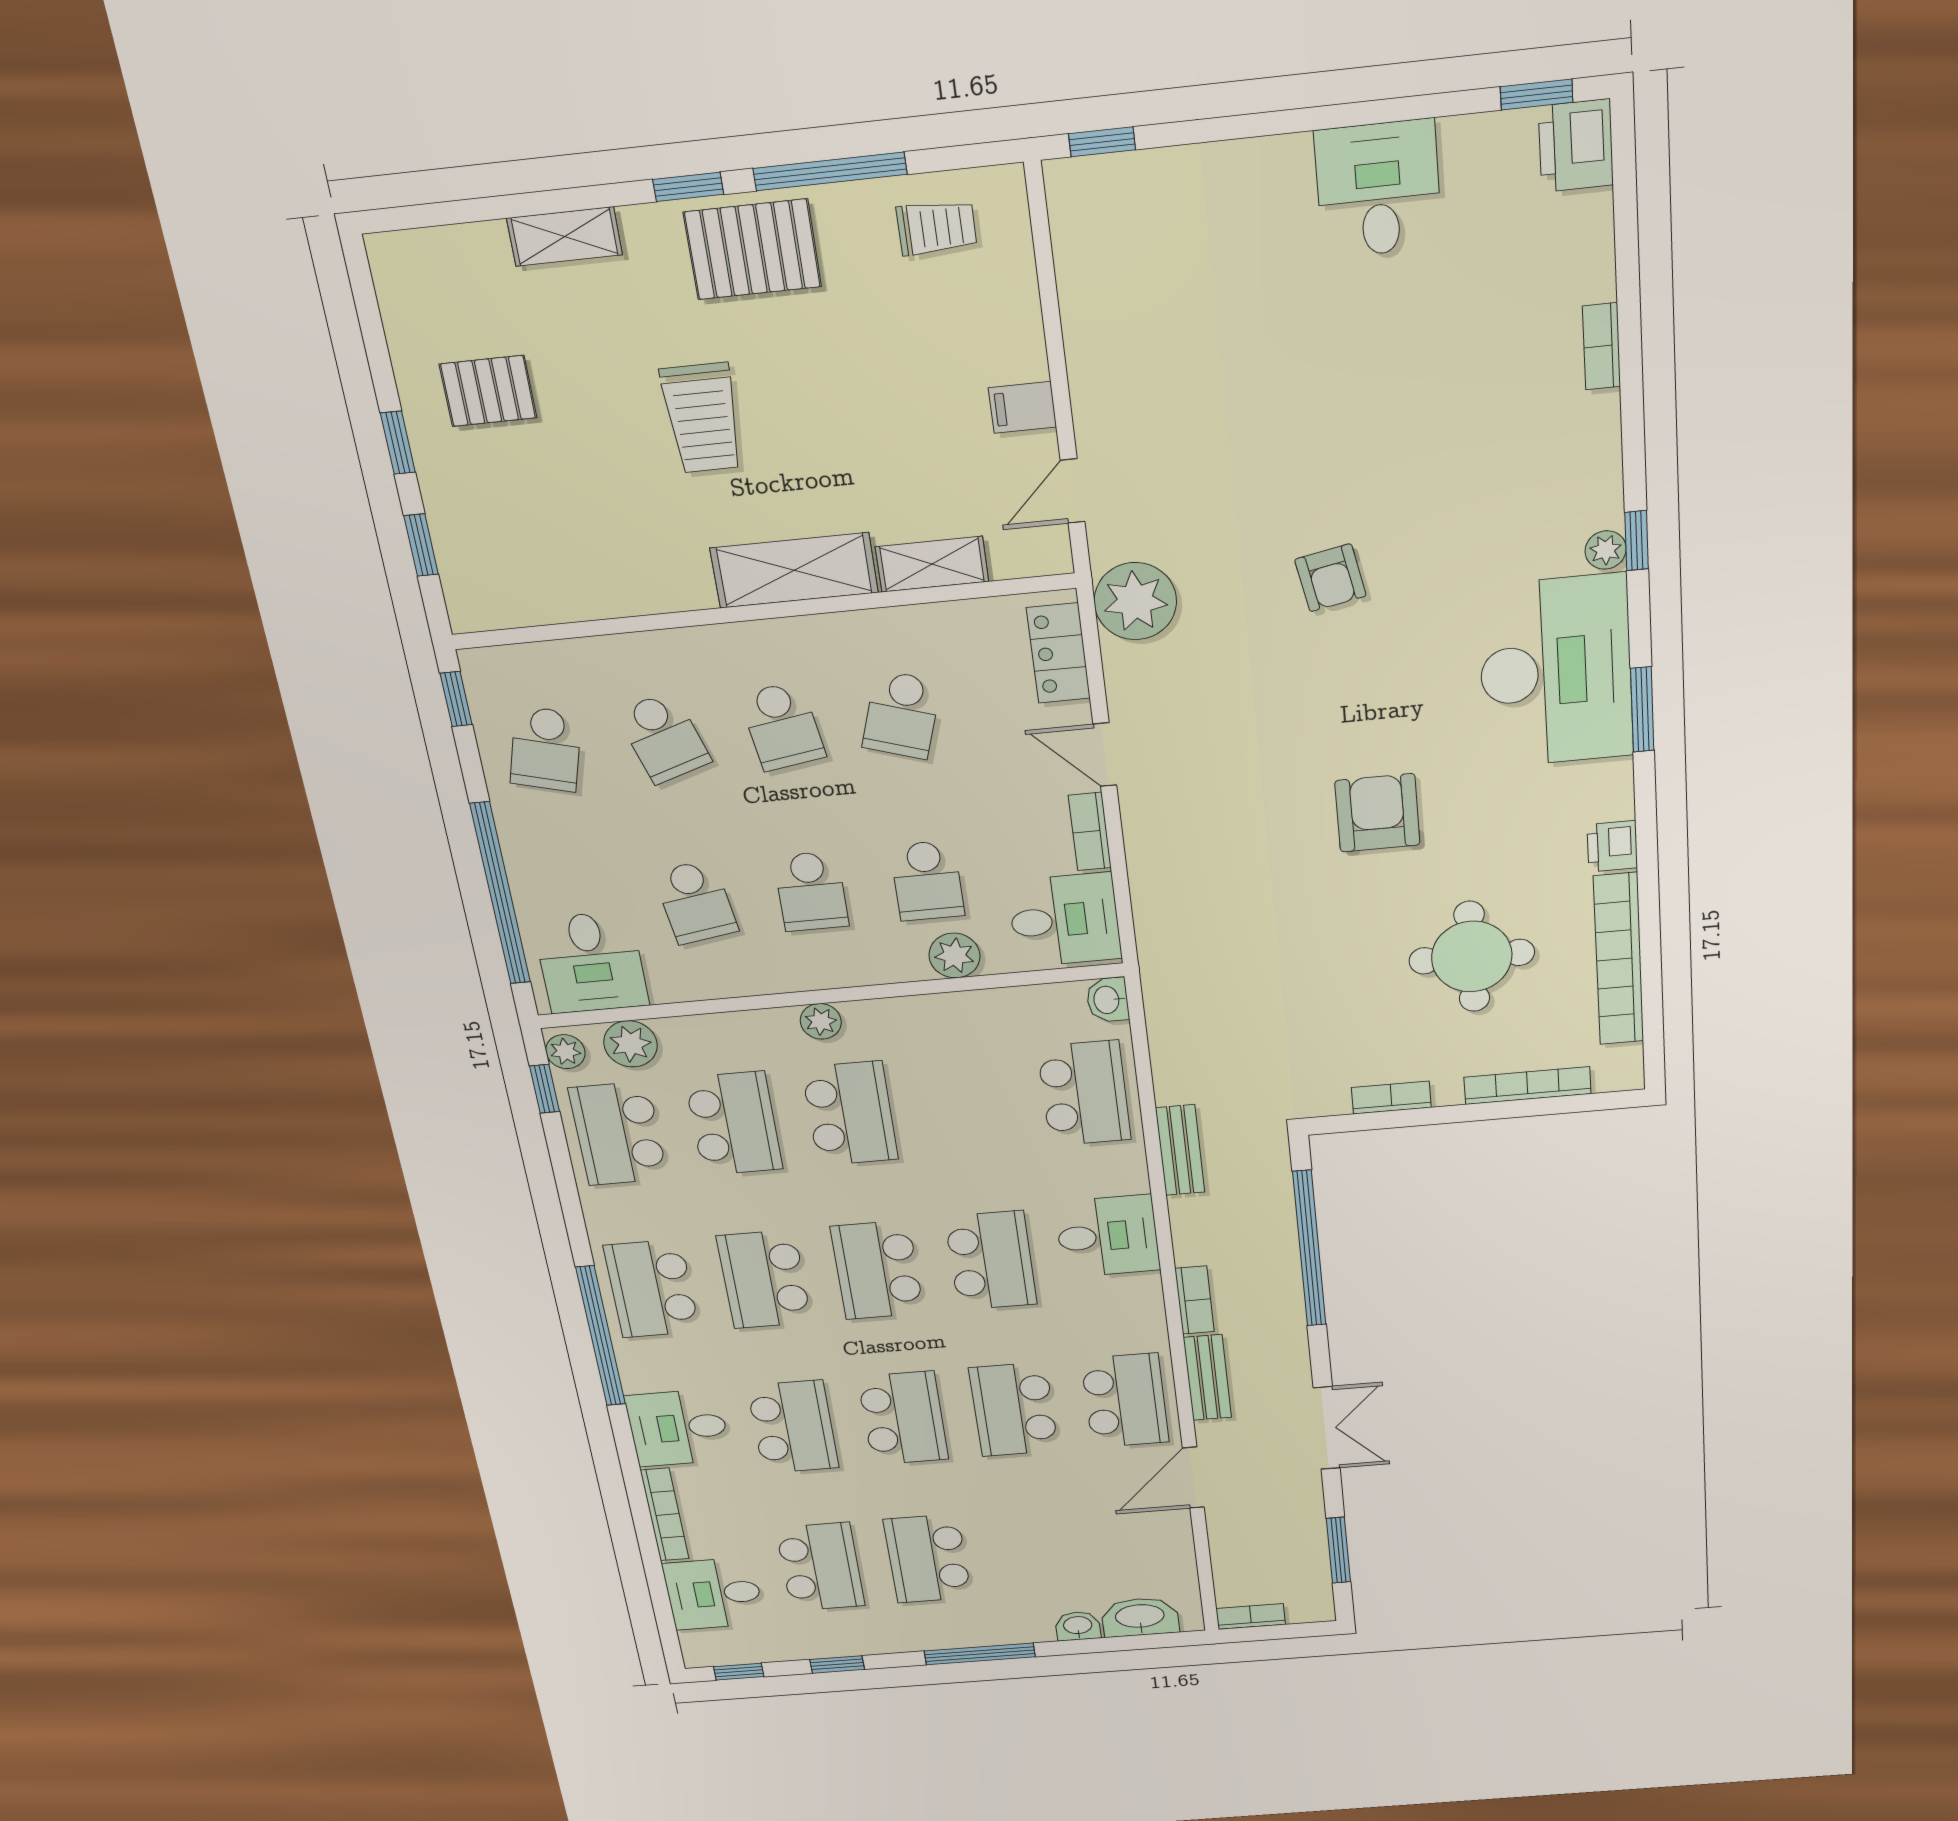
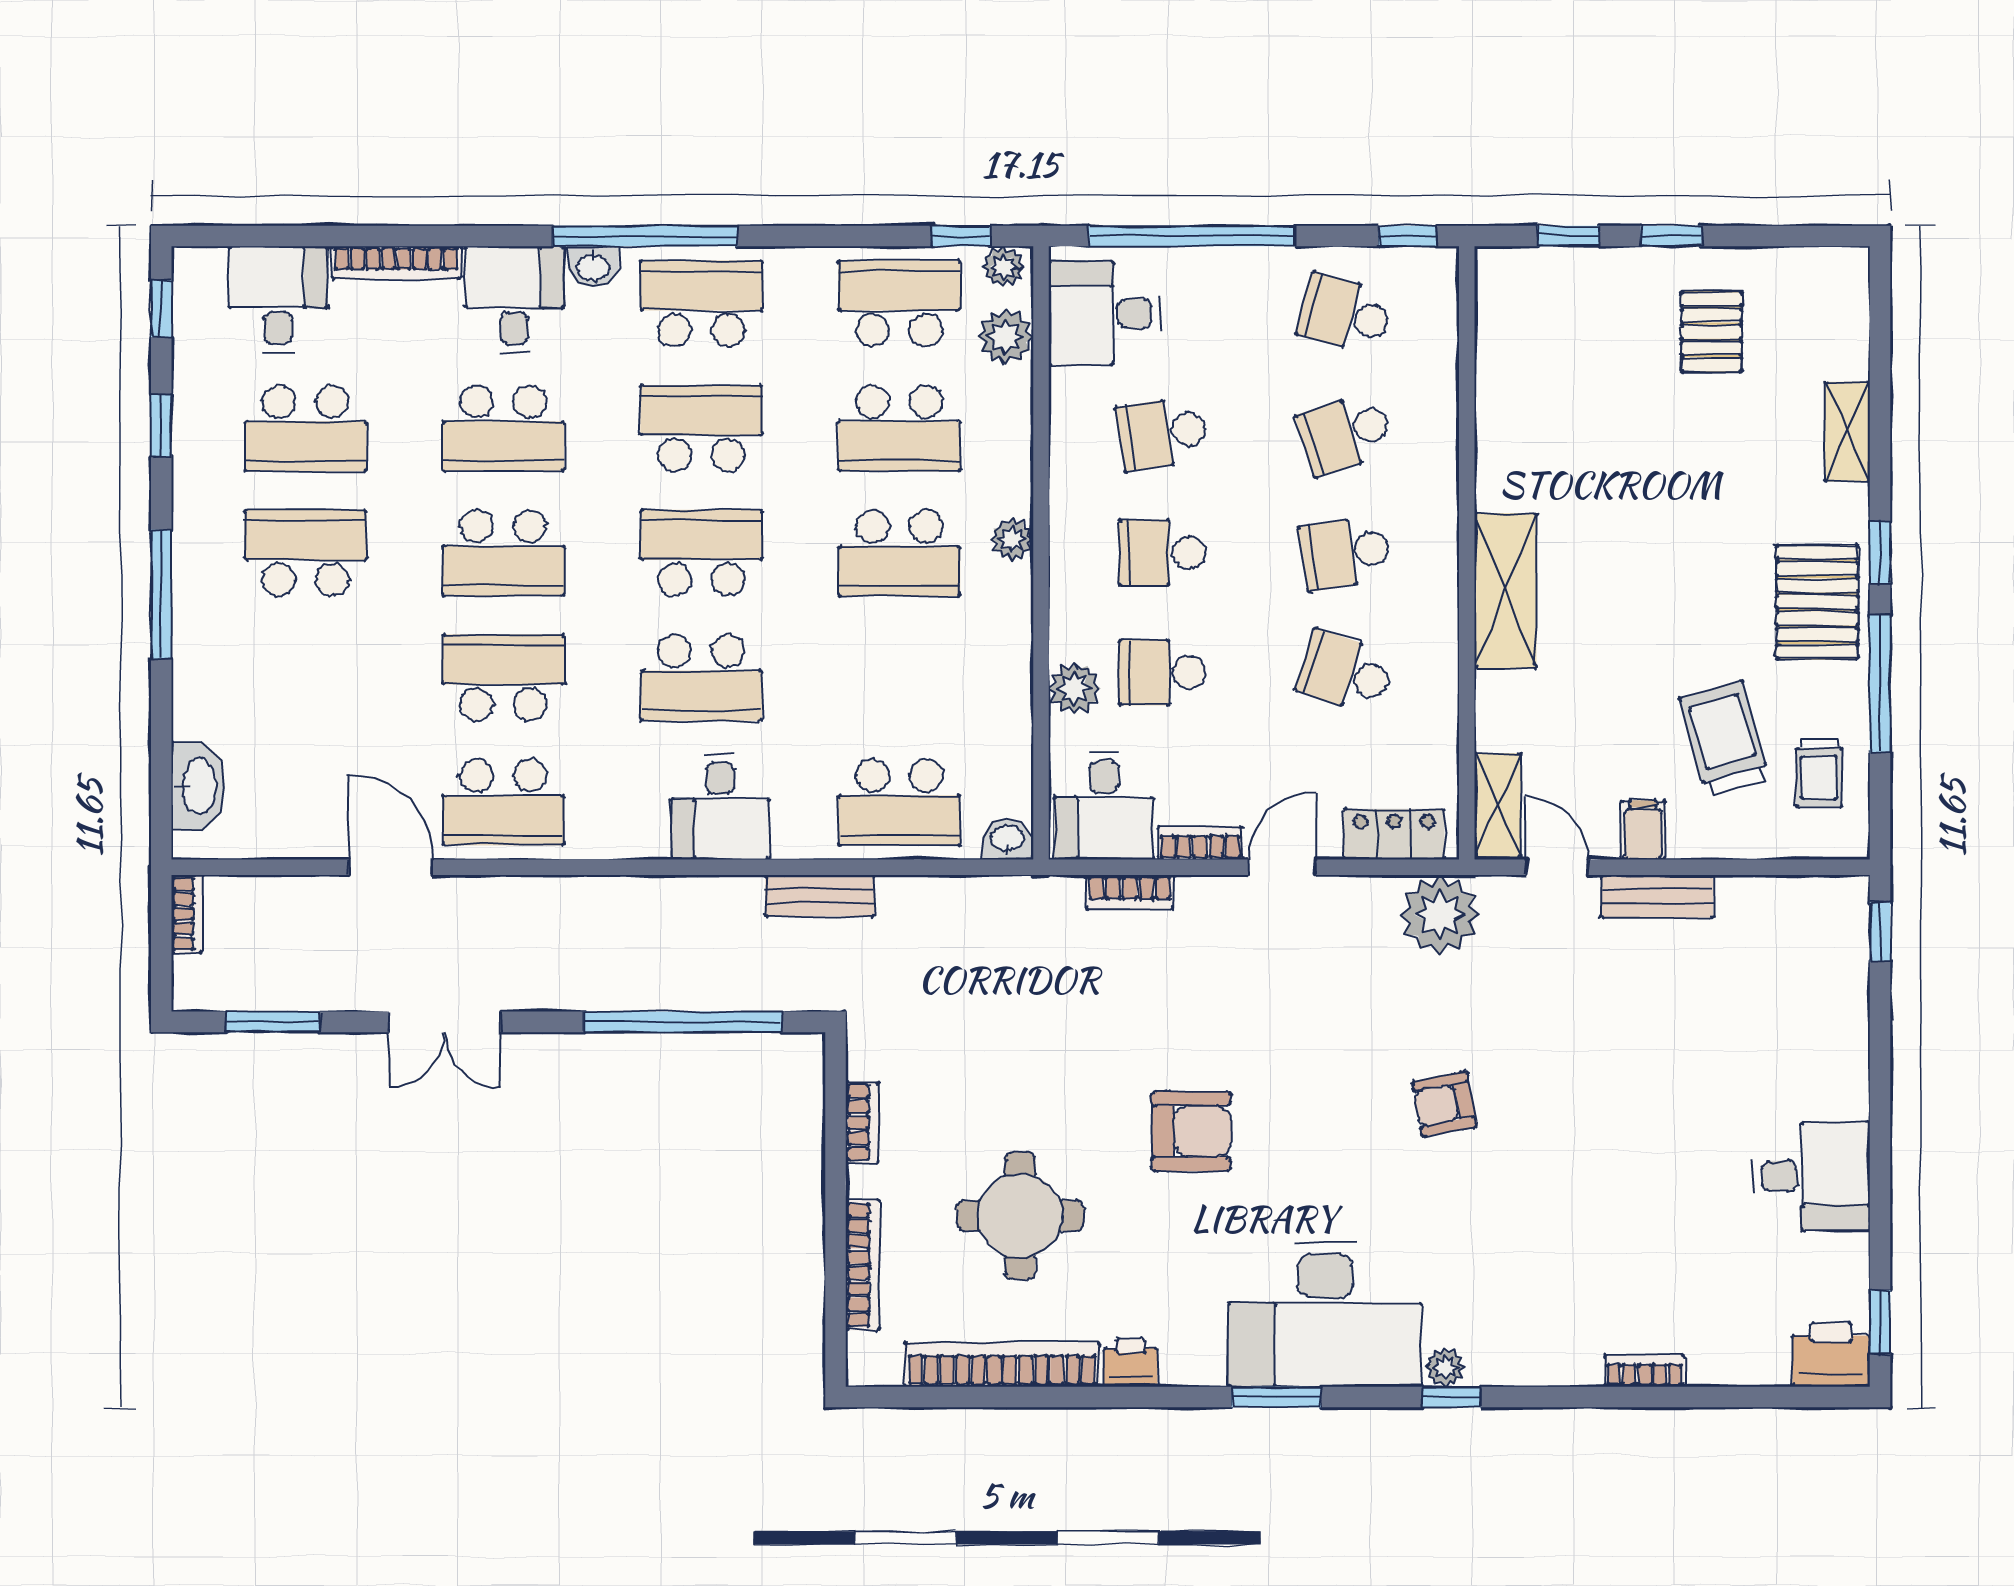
trolley: (702, 418) -> (1724, 739), moved, turned 74
shelving: (932, 564) -> (1498, 805), moved
bookcase: (1195, 1300) -> (1130, 892), moved
bench: (1207, 1377) -> (1657, 896), moved
washbasin: (1078, 1626) -> (593, 267), moved, turned 90

